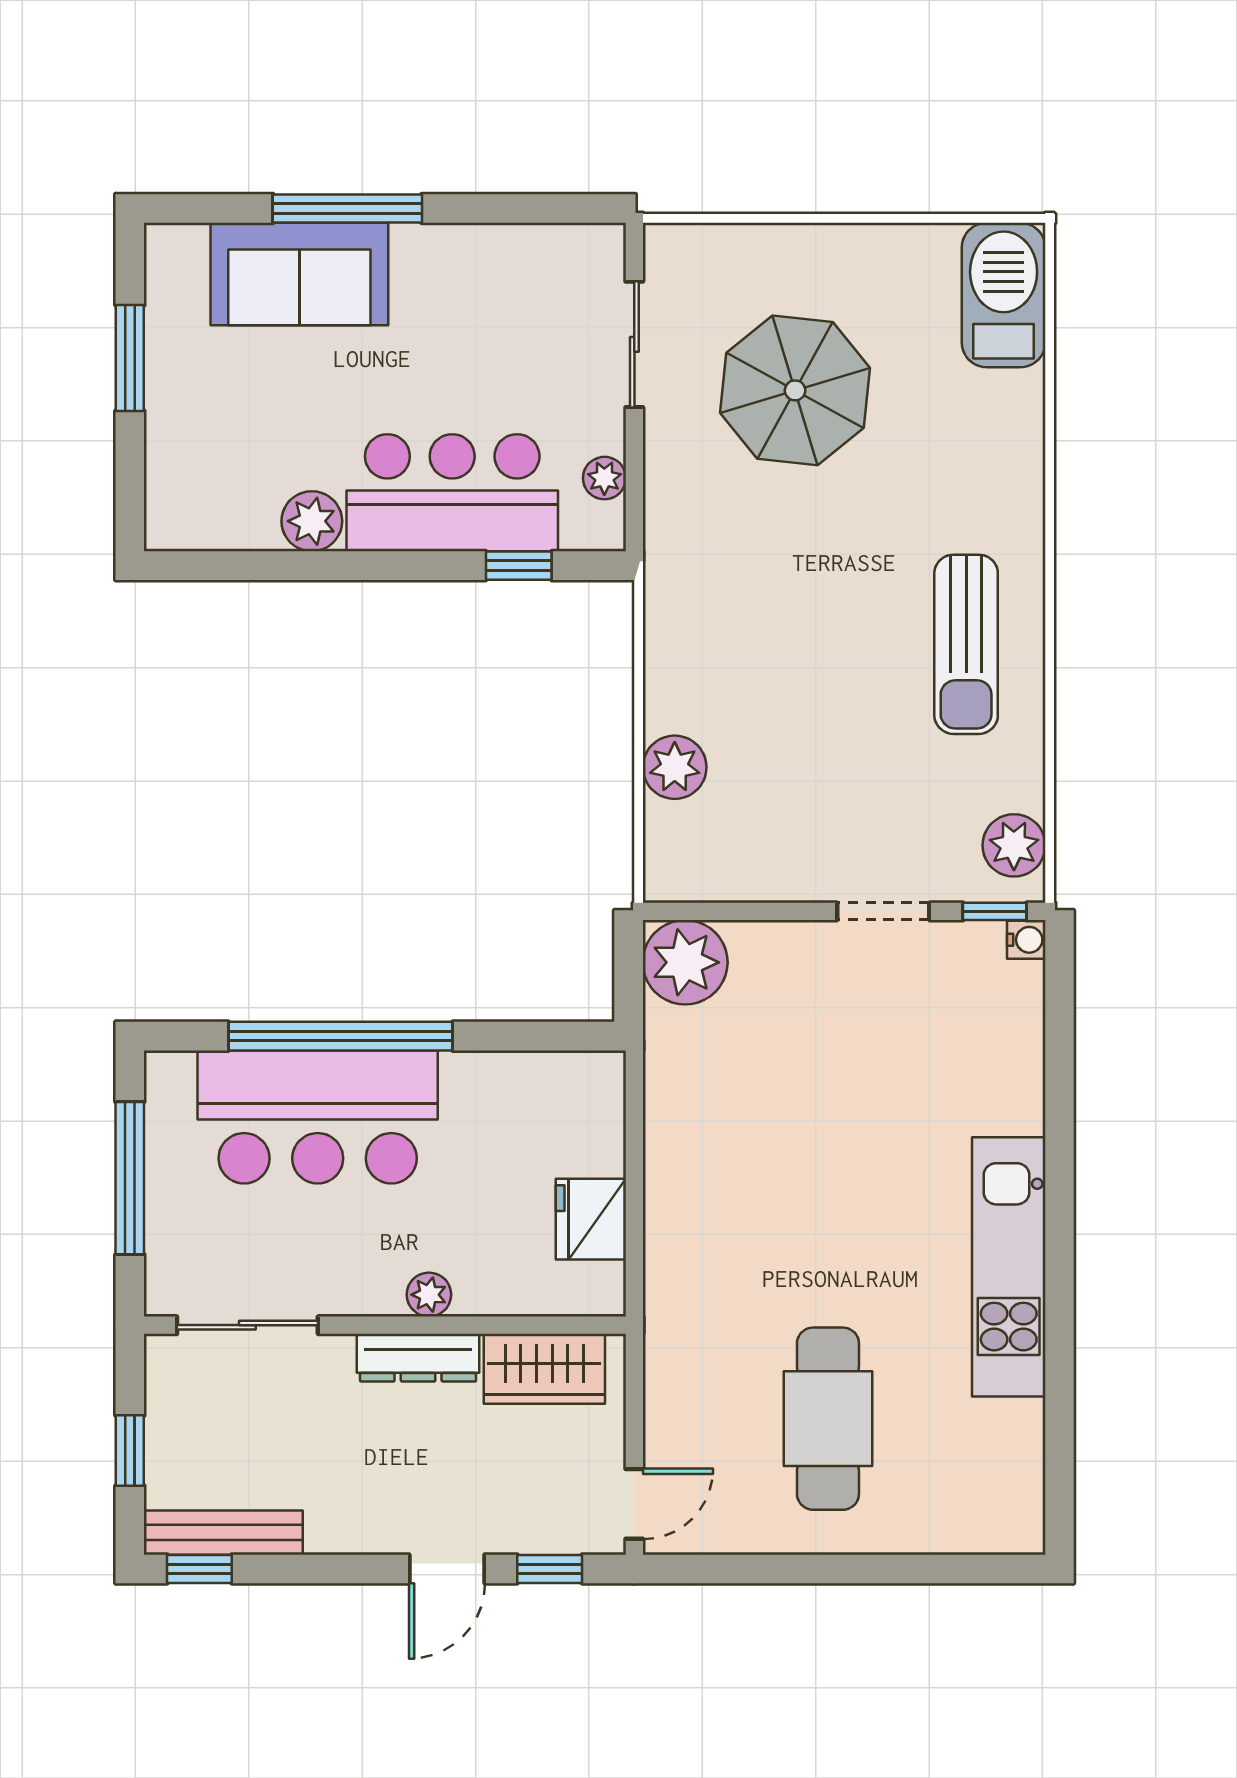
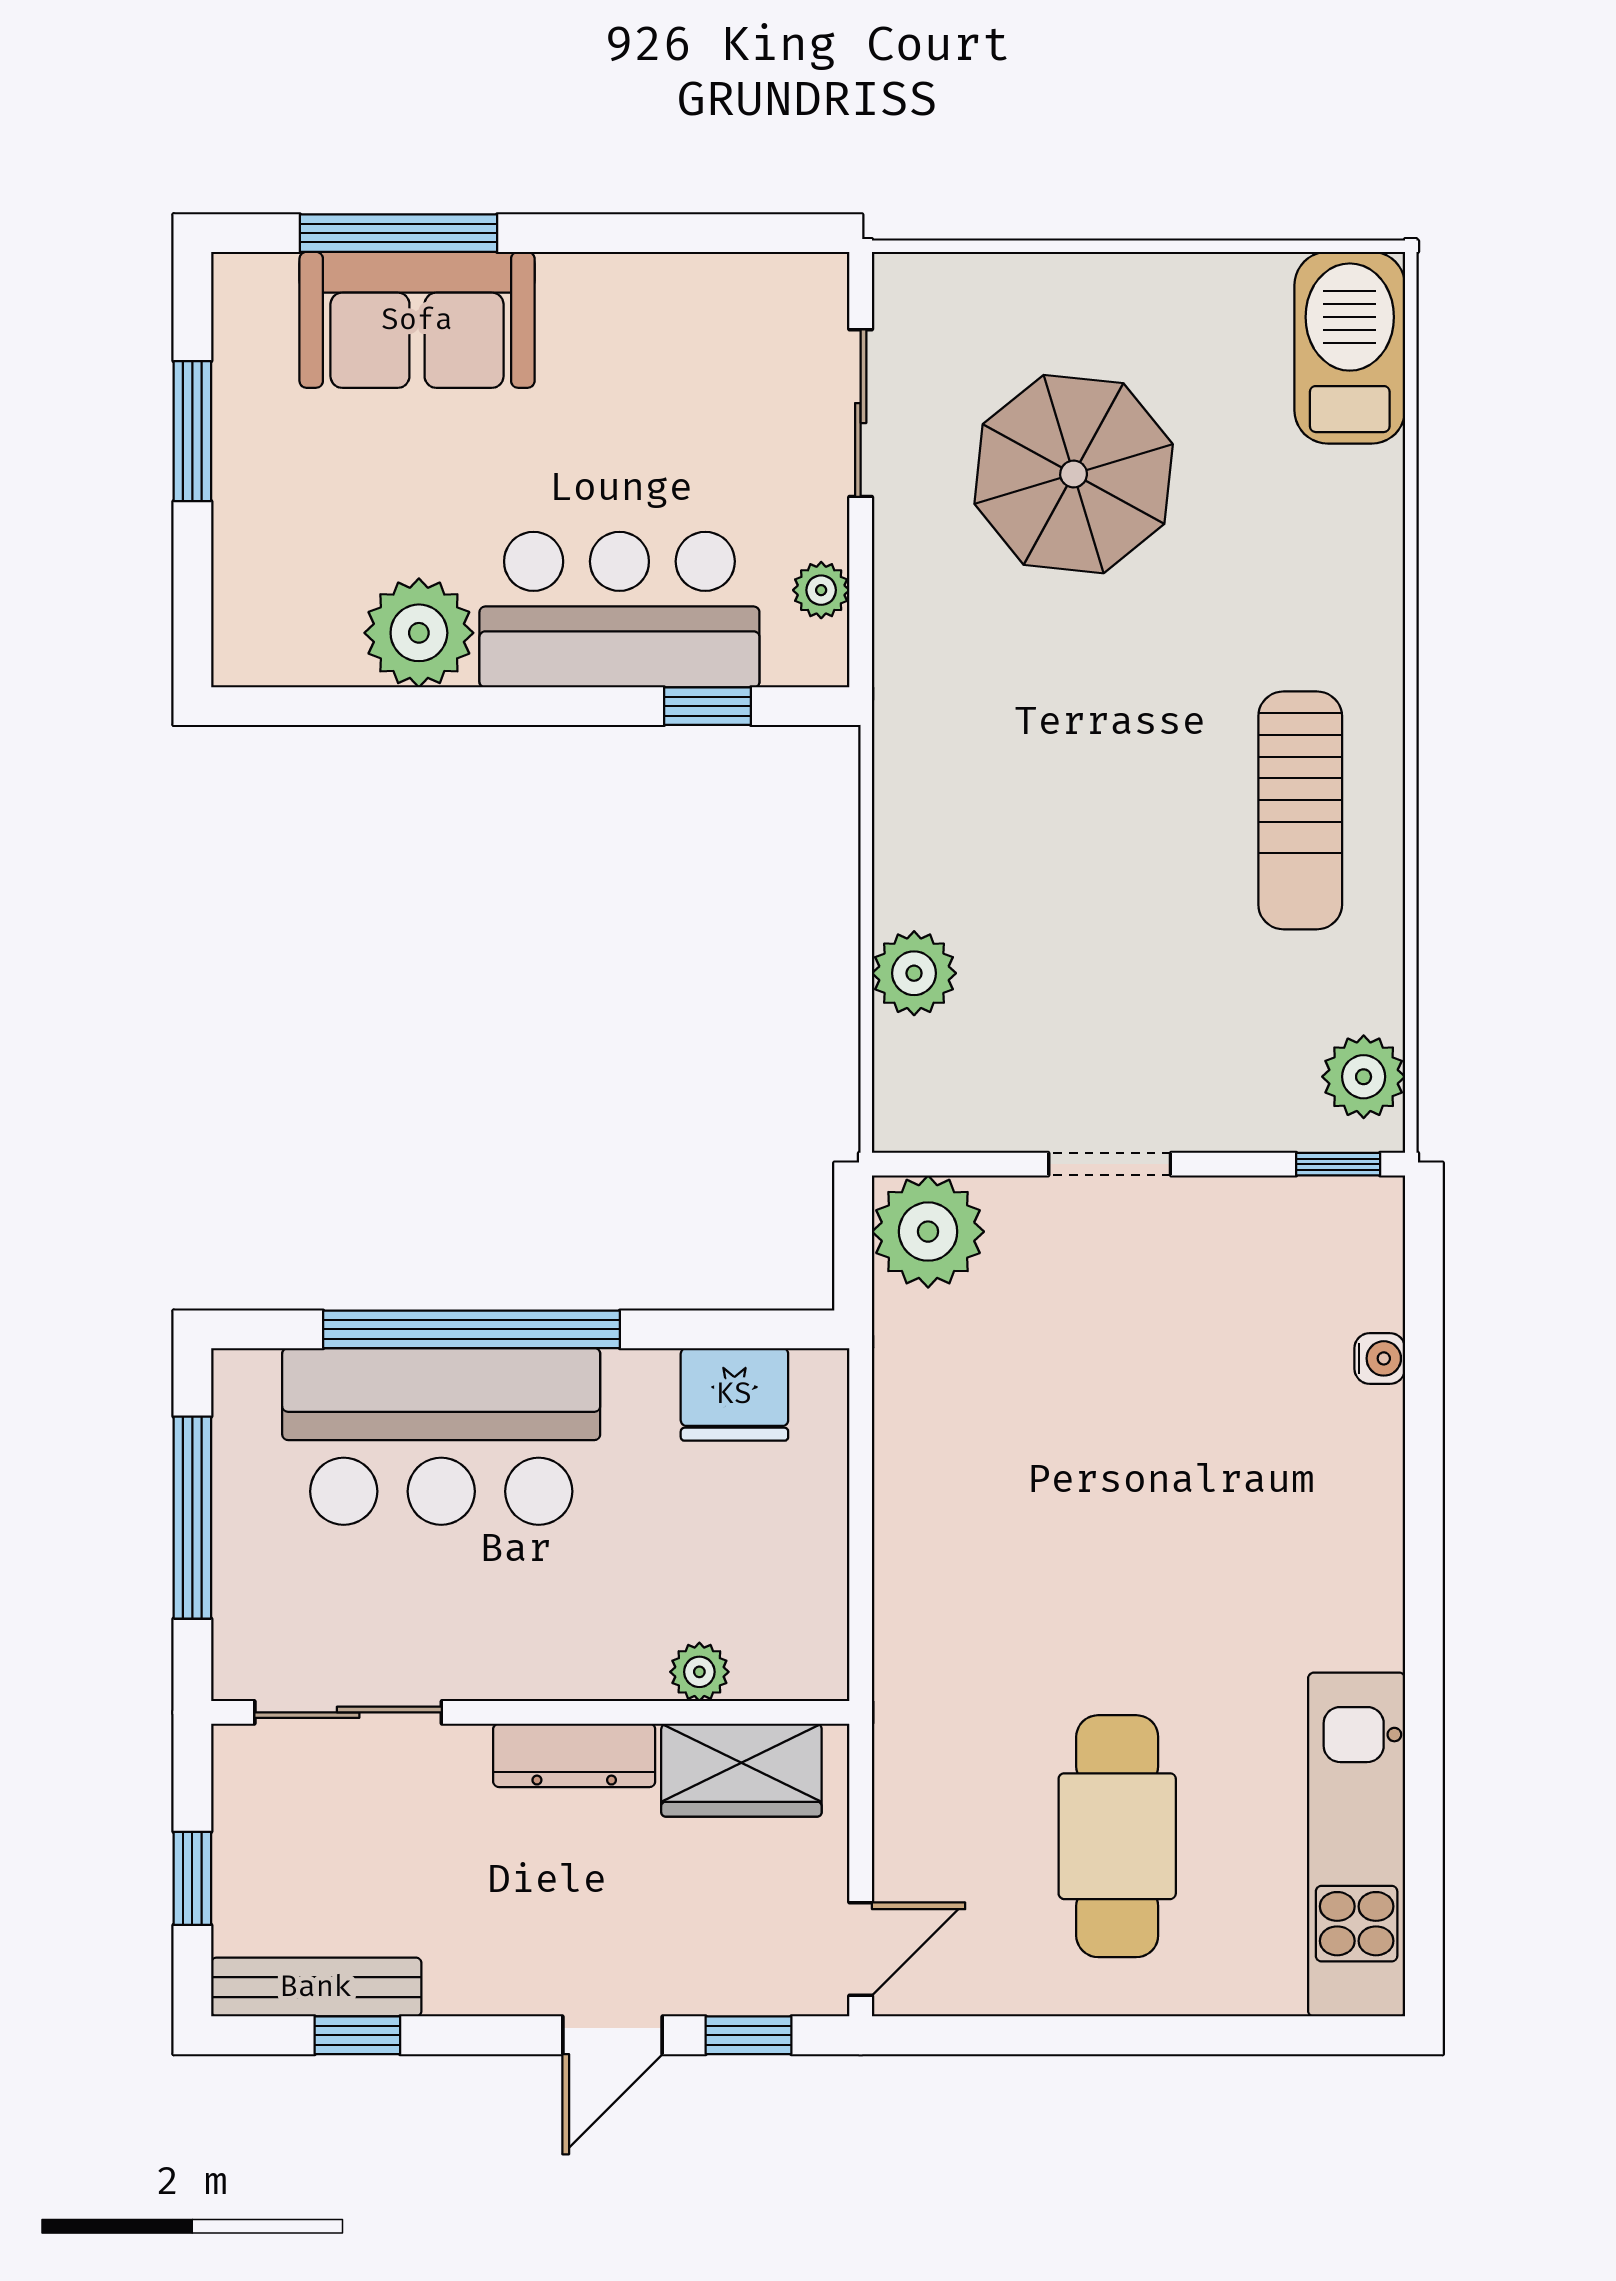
window: (347, 209) -> (399, 233), moved
plant: (312, 521) -> (419, 633), width x1.36, depth x1.36
doorway: (883, 911) -> (1110, 1164), moved
water cooler: (1026, 940) -> (1380, 1358), moved
fridge: (591, 1219) -> (734, 1394), moved, turned -90
kitchen unit: (1009, 1267) -> (1357, 1845), moved
plant: (429, 1295) -> (699, 1672), moved
window: (199, 1569) -> (357, 2035), moved

